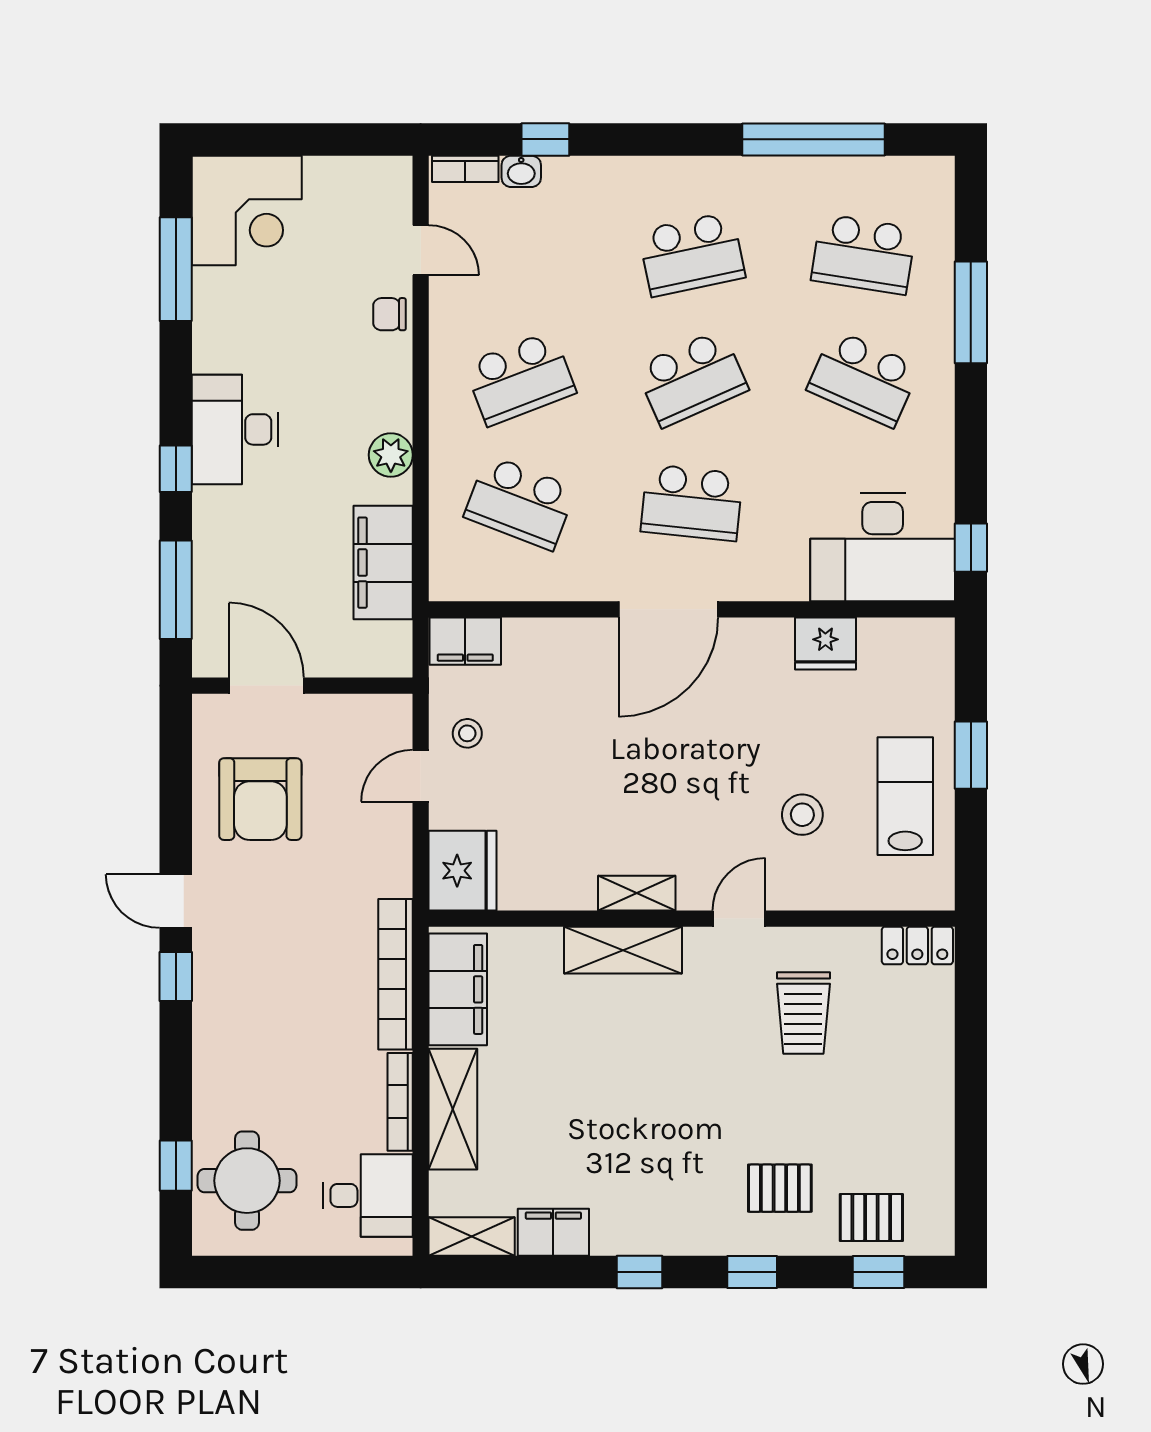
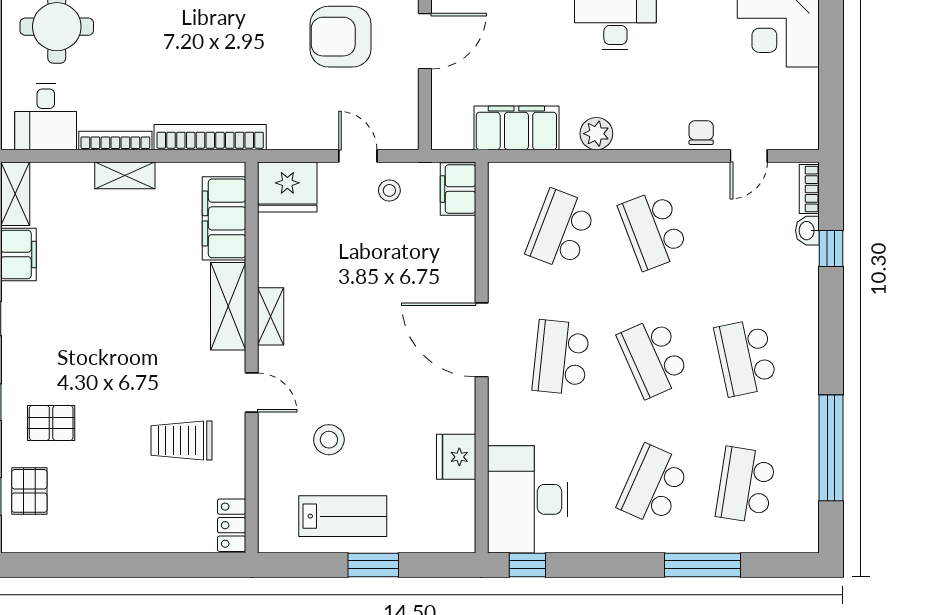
filing cabinet: (458, 989) -> (224, 218), moved, turned 90
shelving: (453, 1109) -> (125, 175), width x0.67, depth x0.75
pallet: (780, 1188) -> (51, 423), turned 90

